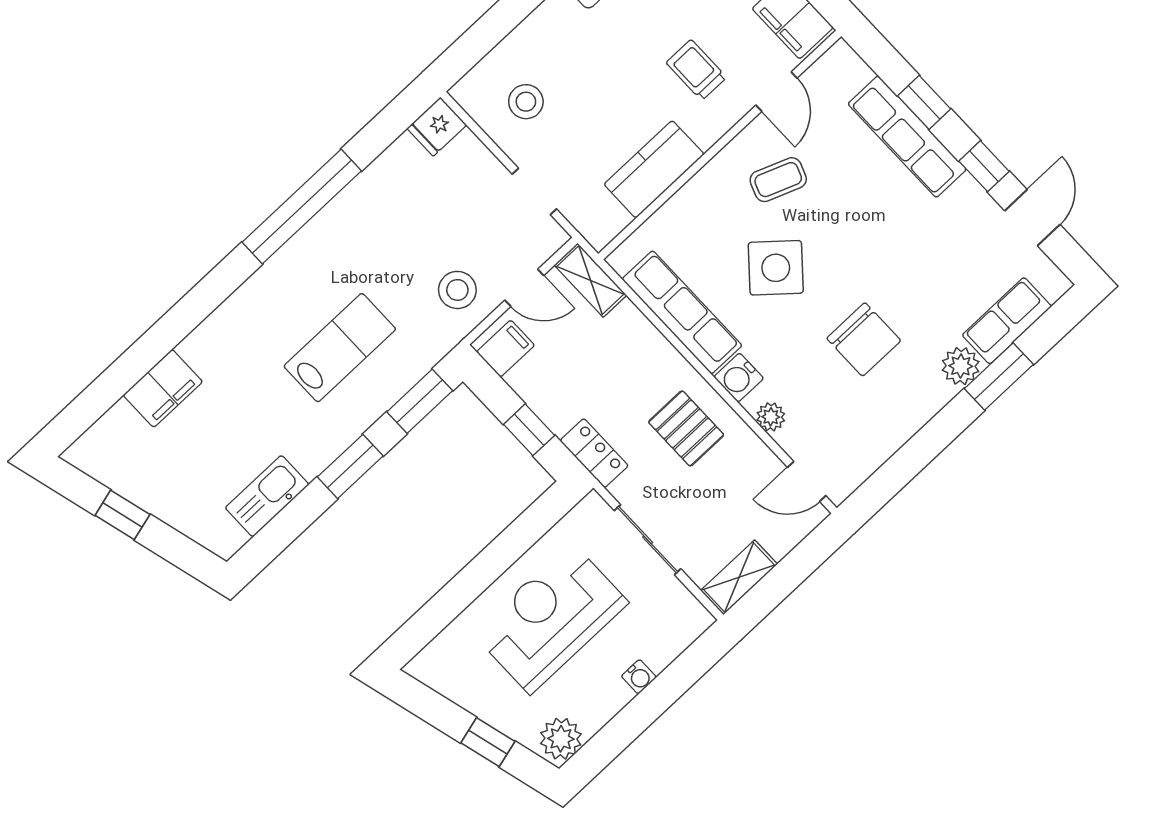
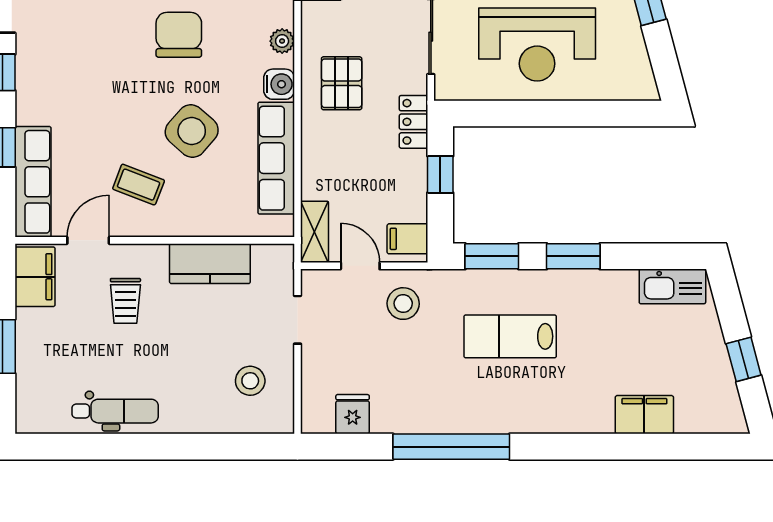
fridge: (437, 127) -> (353, 414), moved, turned -90
row of seats: (907, 137) -> (33, 182), moved
kitchen sink: (267, 496) -> (672, 286), moved

